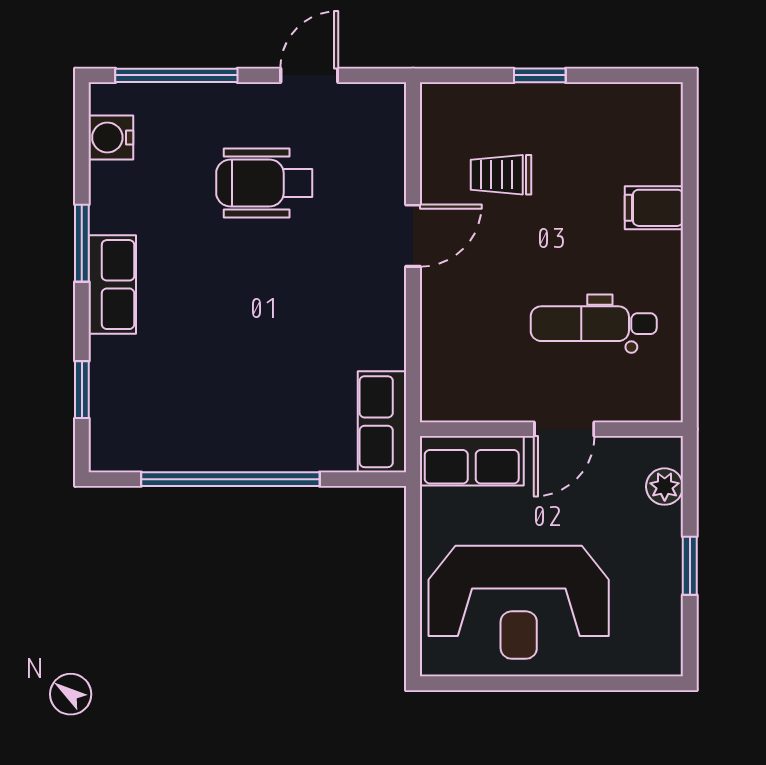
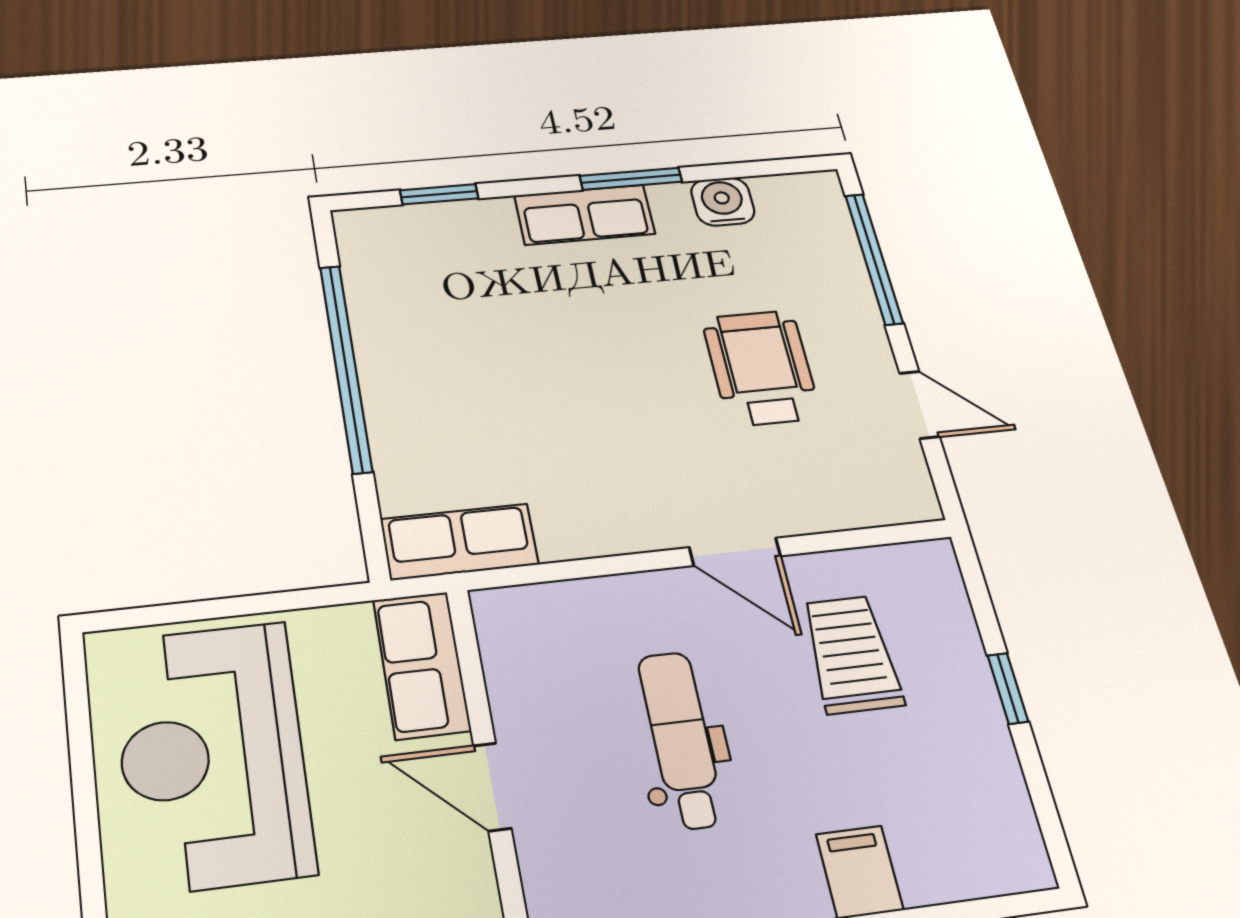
water cooler: (111, 138) -> (723, 202), moved
trolley: (501, 175) -> (851, 654), width x1.36, depth x1.39
dental chair: (594, 324) -> (681, 740), moved

